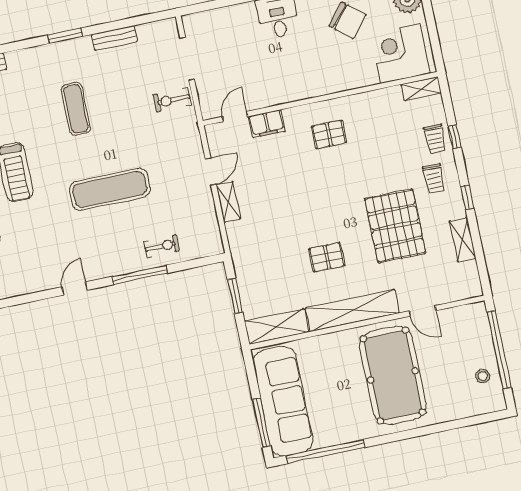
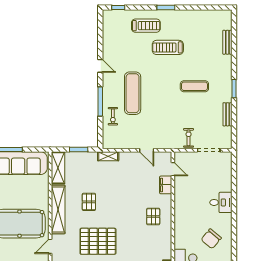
exercise mat: (110, 189) -> (133, 93), moved
shelving: (228, 202) -> (108, 156), moved

